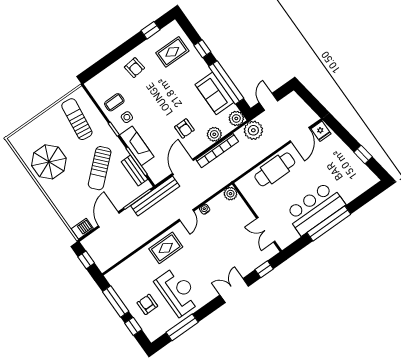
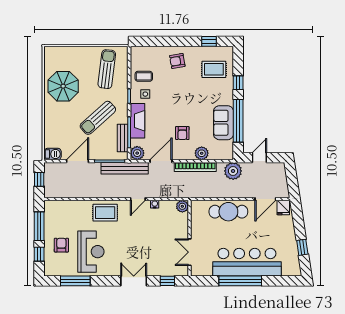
armchair: (134, 68) -> (177, 61), turned 87
plant: (236, 118) -> (137, 153), moved
bar counter: (315, 208) -> (247, 262), width x1.36

